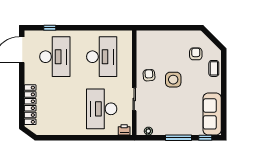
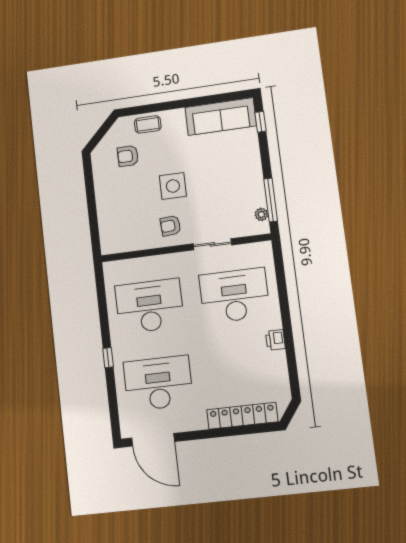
window: (50, 28) -> (108, 358), moved
desk: (102, 109) -> (234, 296), turned 180
printer: (124, 130) -> (275, 340), moved
window: (178, 138) -> (271, 200), moved

